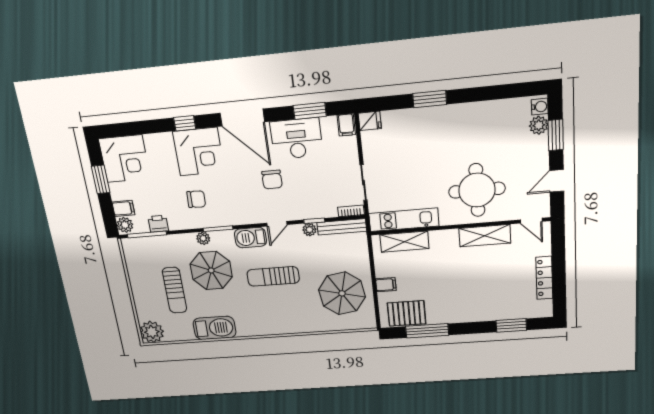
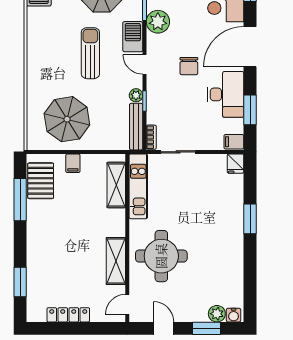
chair: (272, 179) -> (189, 66), turned -90
plant: (231, 214) -> (158, 22), added

